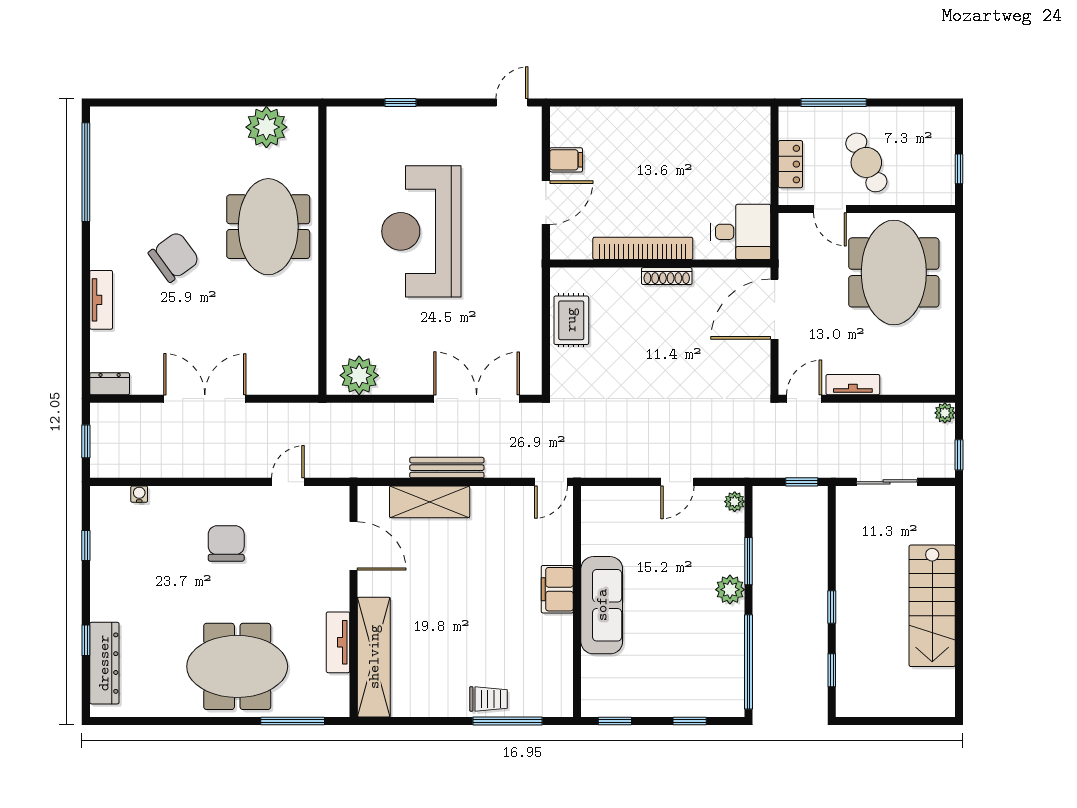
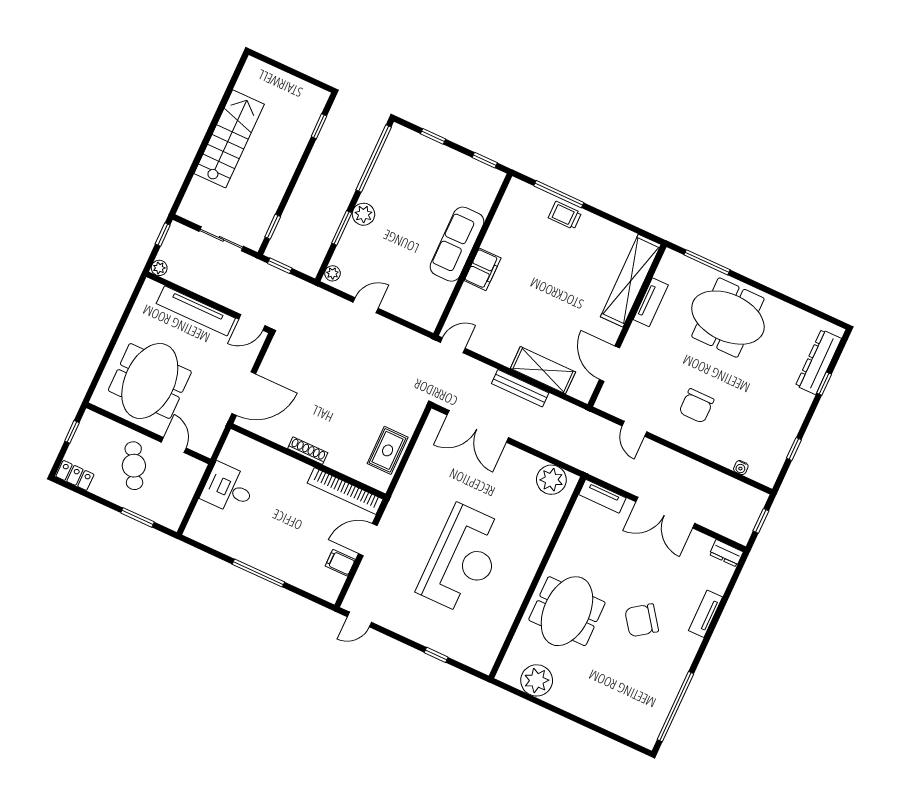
window: (658, 102) -> (258, 573), added
window: (834, 102) -> (137, 517), width x0.69
locker: (790, 164) -> (75, 475), moved, turned 90
desk: (741, 232) -> (228, 489), moved
bookcase: (643, 248) -> (345, 491), moved
tv unit: (289, 384) -> (602, 496), added
tv unit: (853, 385) -> (196, 311), width x1.92, depth x1.29
door: (288, 482) -> (634, 429), hinge flipped
window: (832, 607) -> (273, 227), moved

